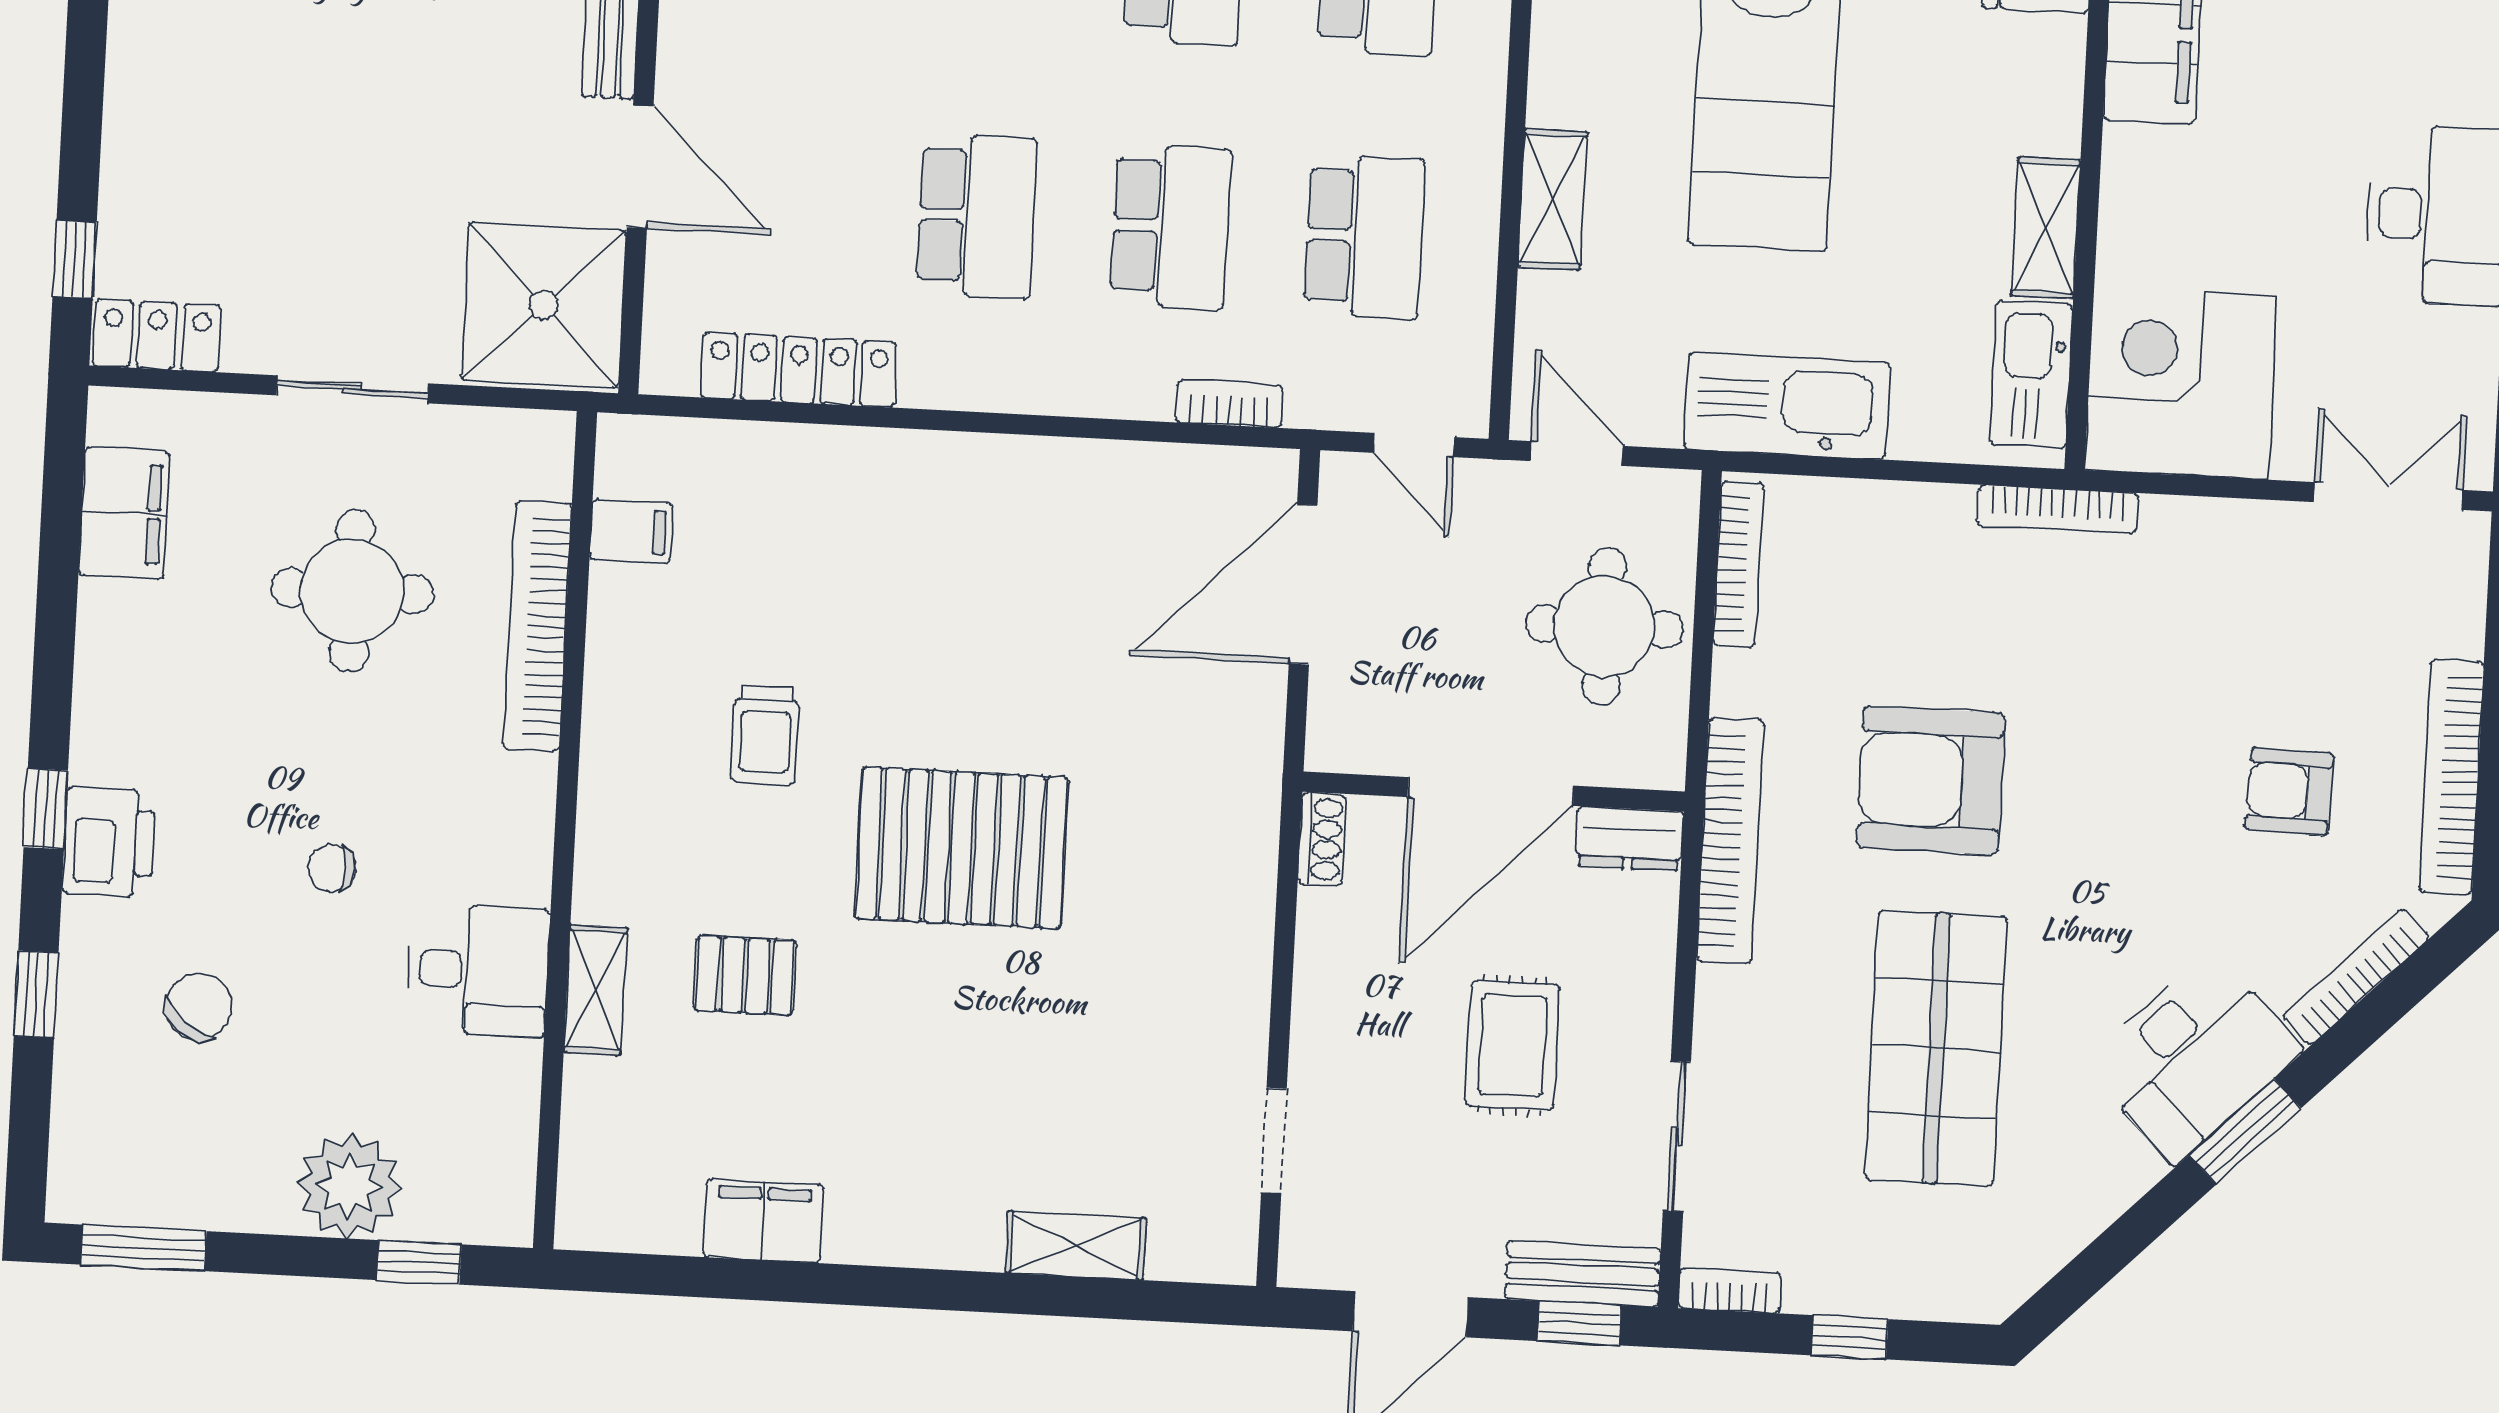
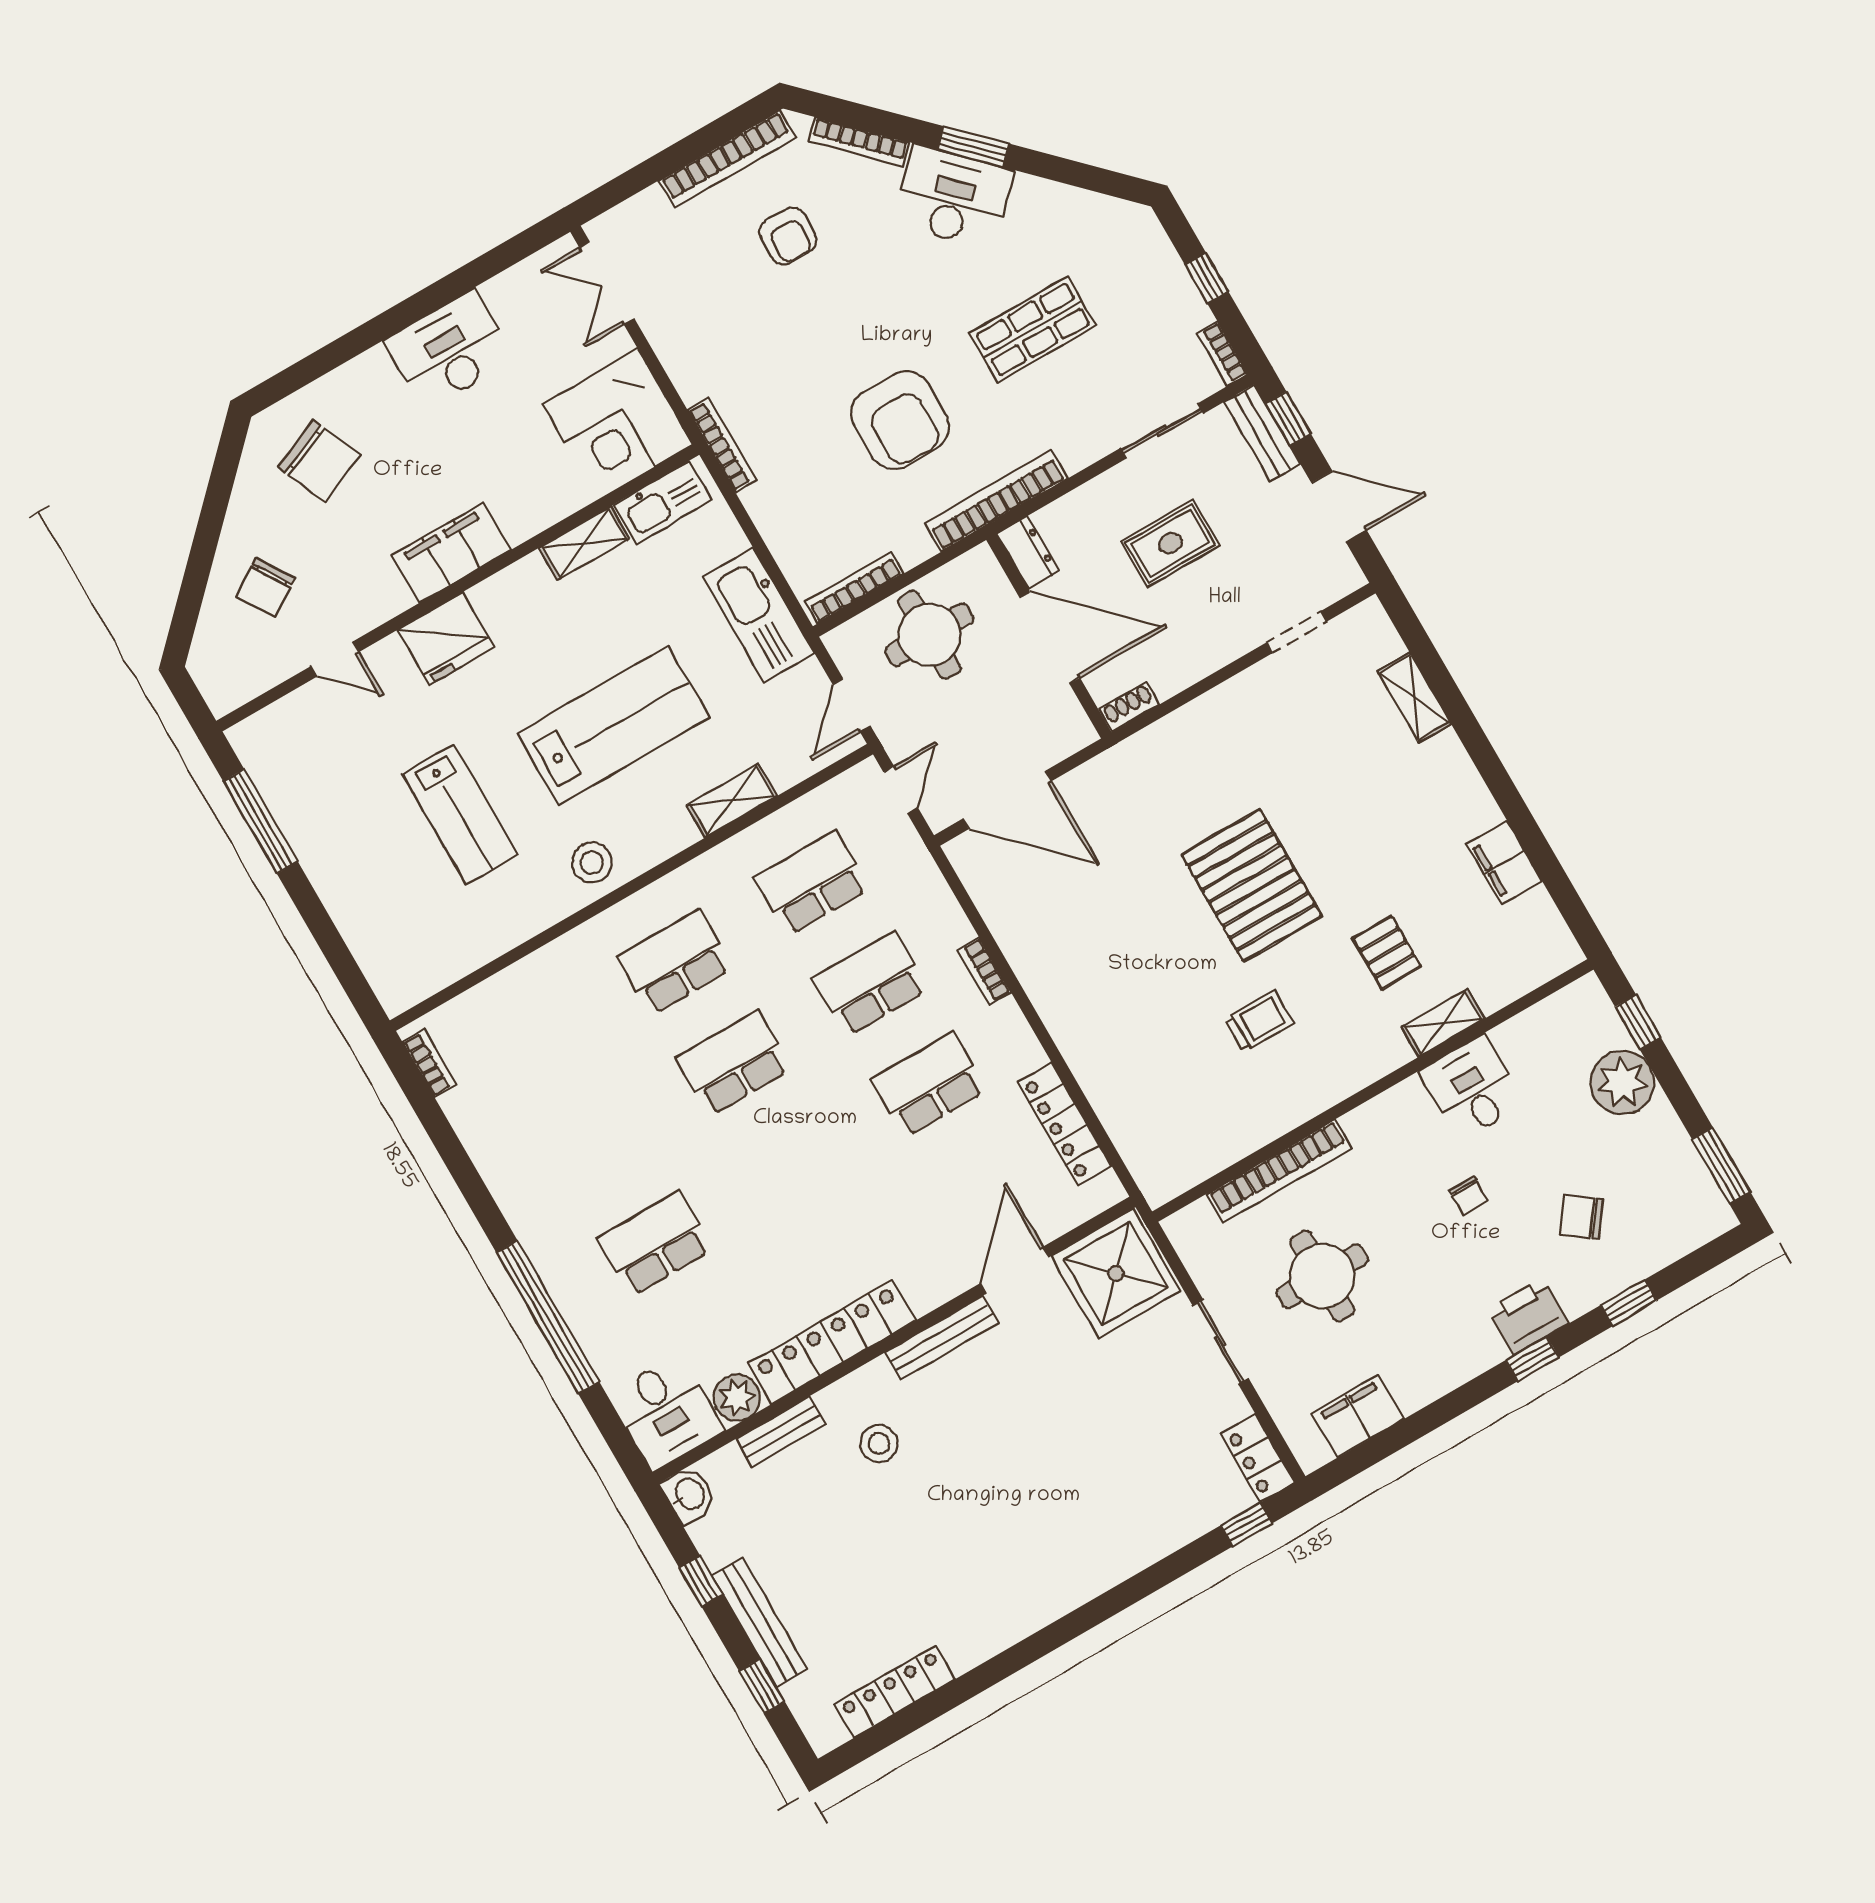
bookcase: (1229, 404) -> (984, 971), moved
filing cabinet: (631, 531) -> (1201, 1155), removed
shop shelf: (1936, 1048) -> (1033, 329), width x0.70, depth x0.74

